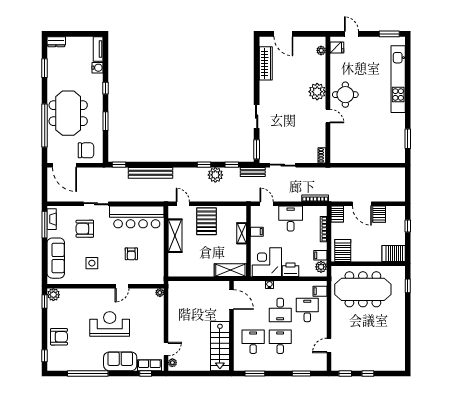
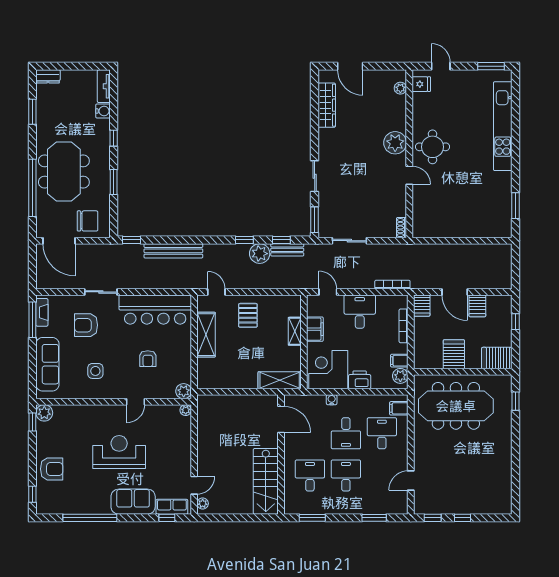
bench: (253, 172) -> (287, 250), moved
pallet: (207, 221) -> (248, 315), width x0.67, depth x0.71
filing cabinet: (257, 232) -> (315, 329), width x2.00
server rack: (343, 251) -> (454, 354), moved
plant: (158, 278) -> (184, 391), added

